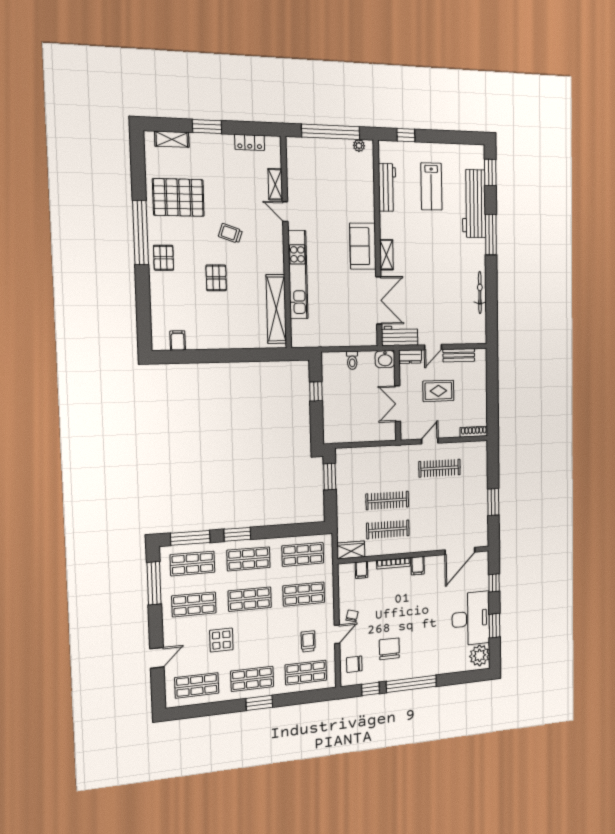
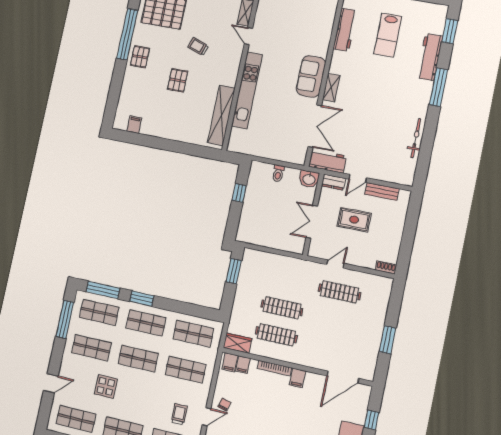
workbench: (474, 204) -> (430, 57), width x0.73, depth x0.76
shoe rack: (474, 432) -> (386, 267), width x0.70
filing cabinet: (348, 572) -> (230, 362), added

